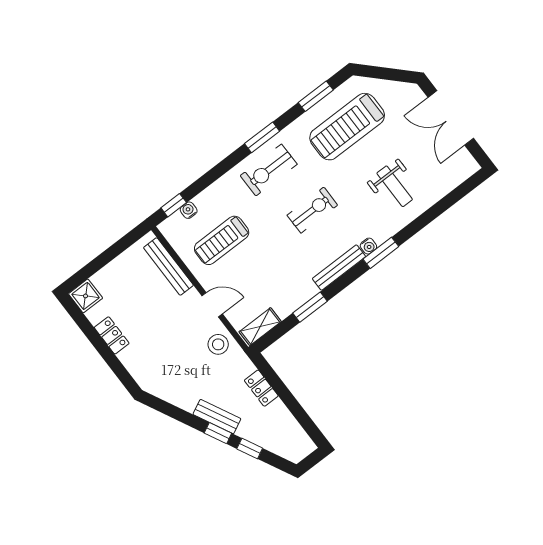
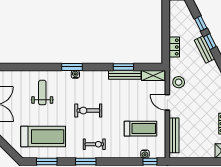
exercise bike: (269, 170) -> (94, 144), width x0.73, depth x0.72
bench: (339, 268) -> (125, 75), moved

